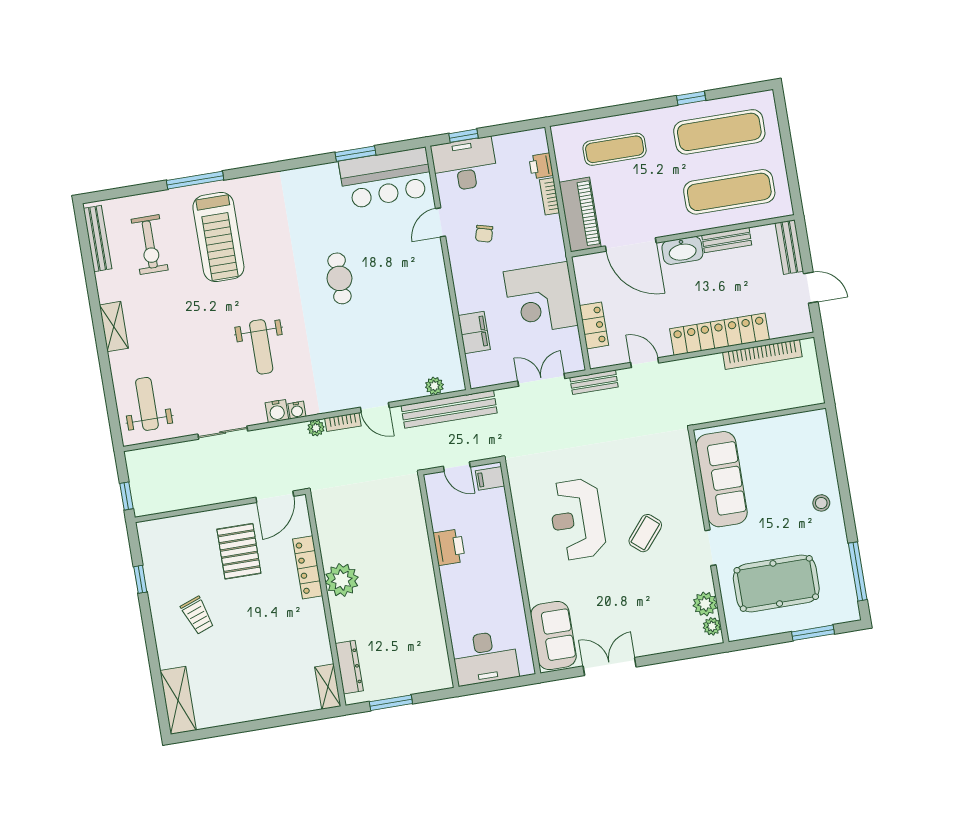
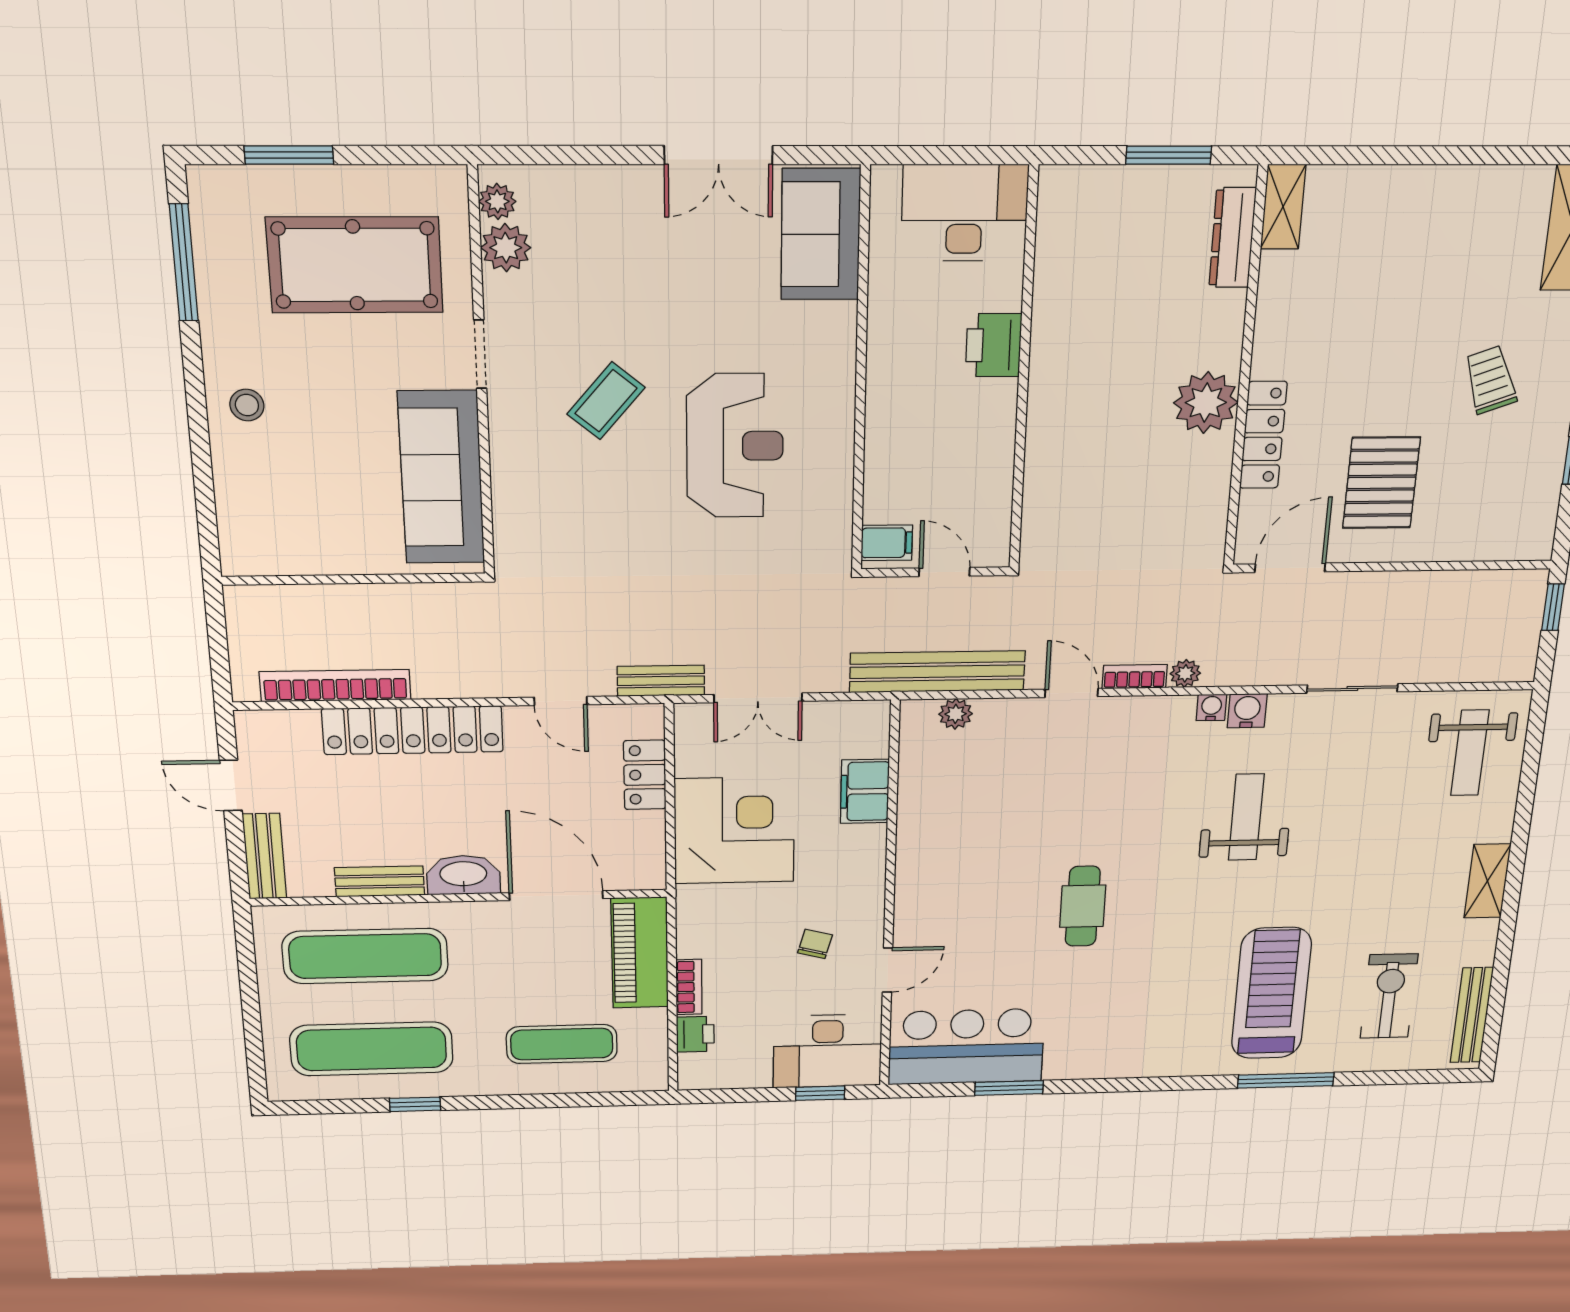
printer: (449, 547) -> (993, 345), moved

